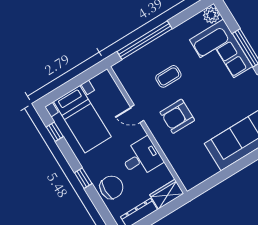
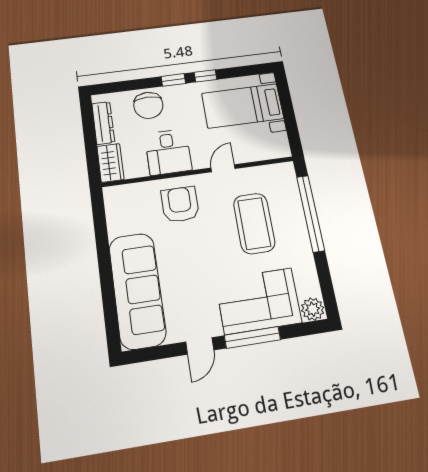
coffee table: (168, 76) -> (254, 223), width x1.86, depth x1.72
armchair: (177, 116) -> (180, 204), moved
window: (55, 132) -> (205, 76), moved

